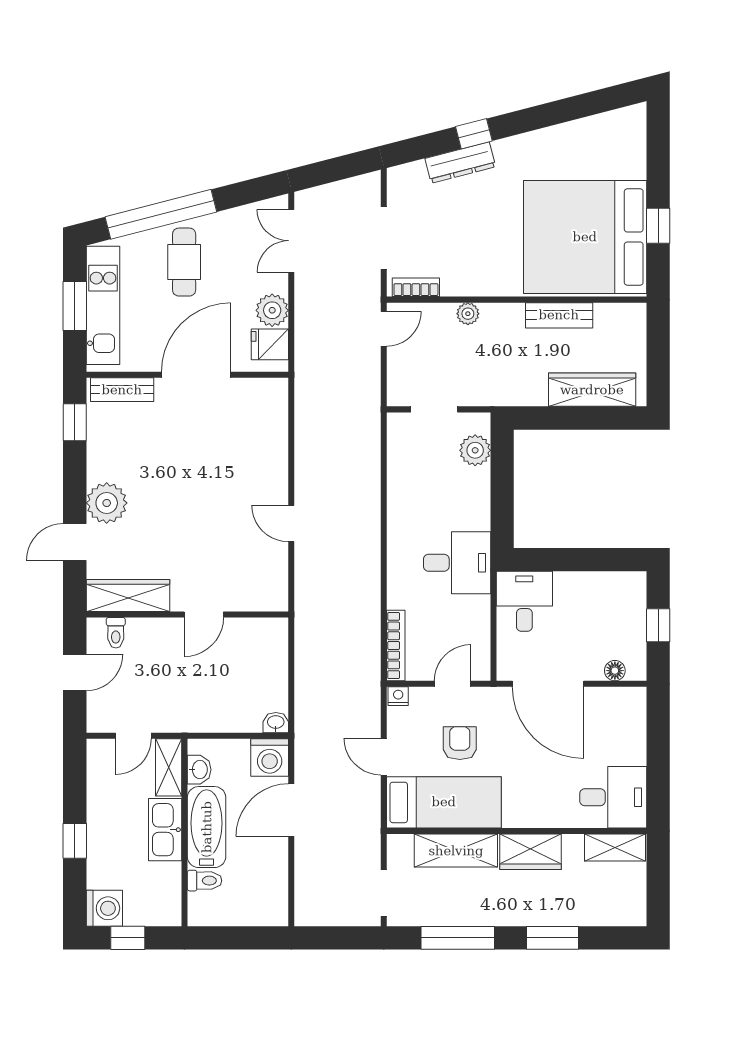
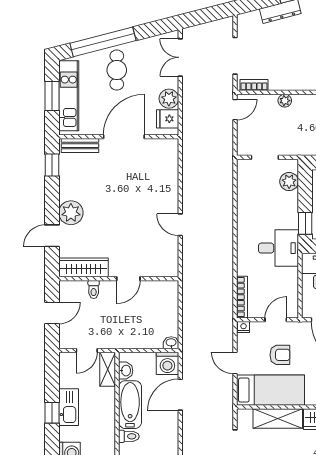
window: (502, 521) -> (305, 223), added
toilet: (116, 633) -> (94, 290), moved
armchair: (460, 743) -> (280, 355), turned 90
kitchen sink: (165, 830) -> (69, 407), moved, turned 180

